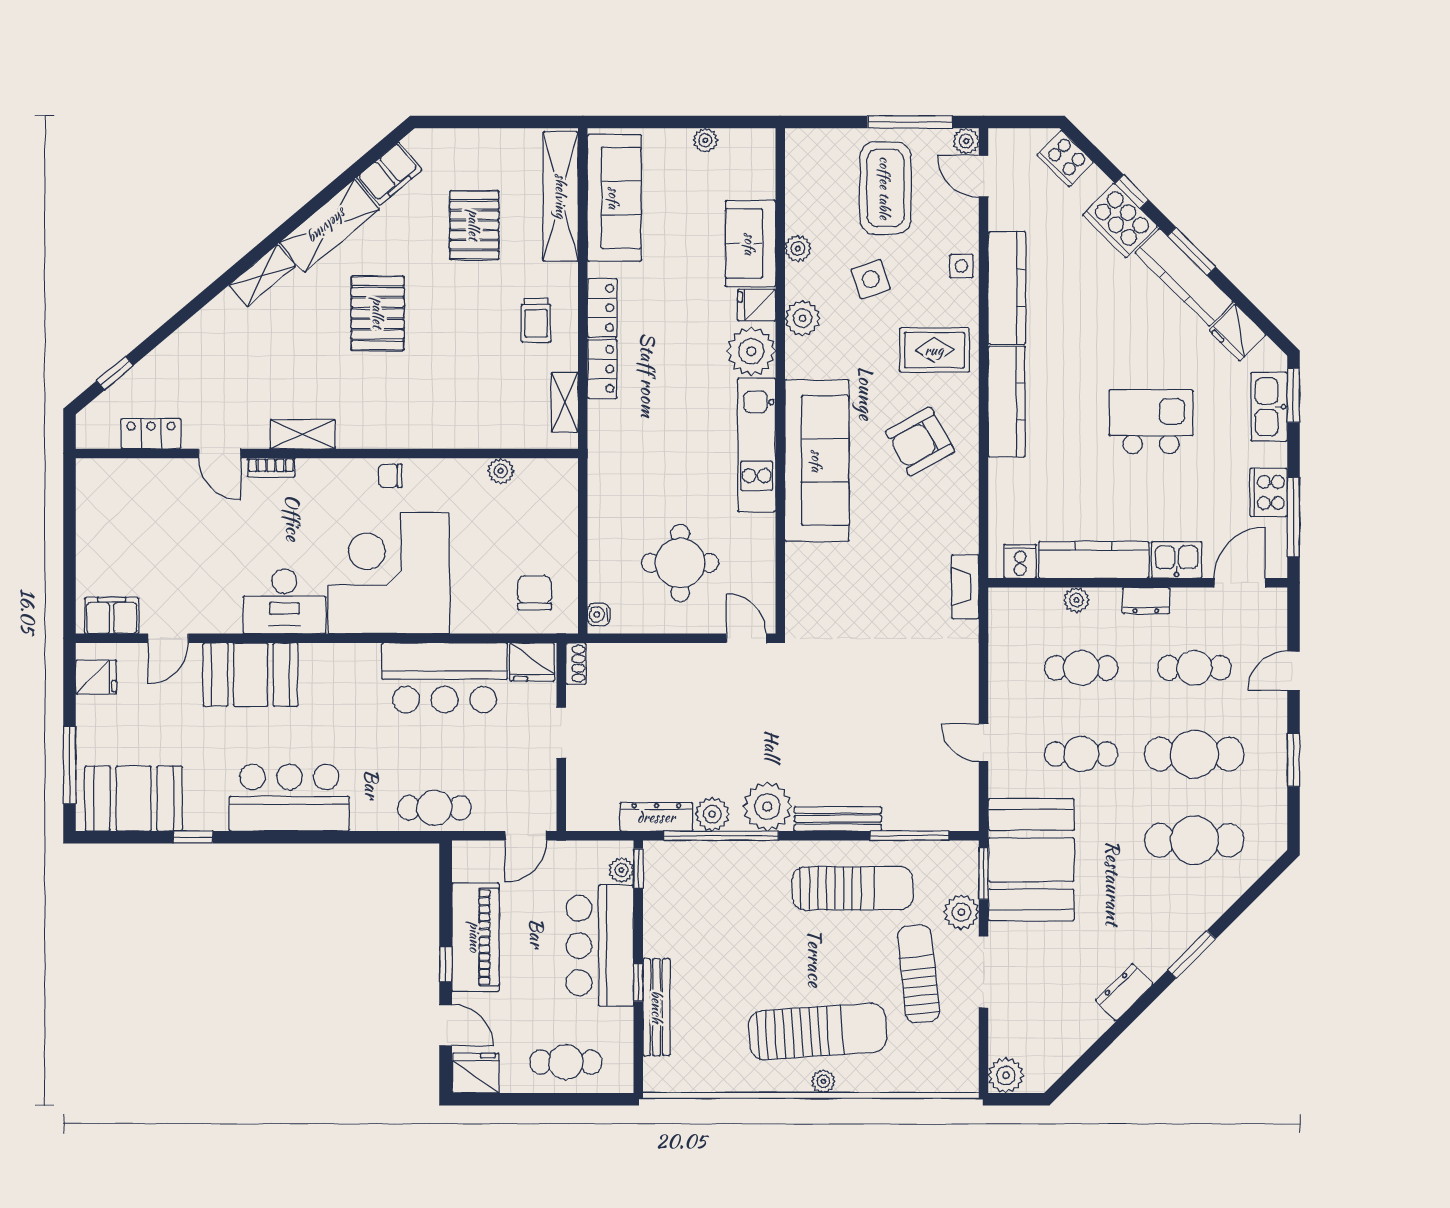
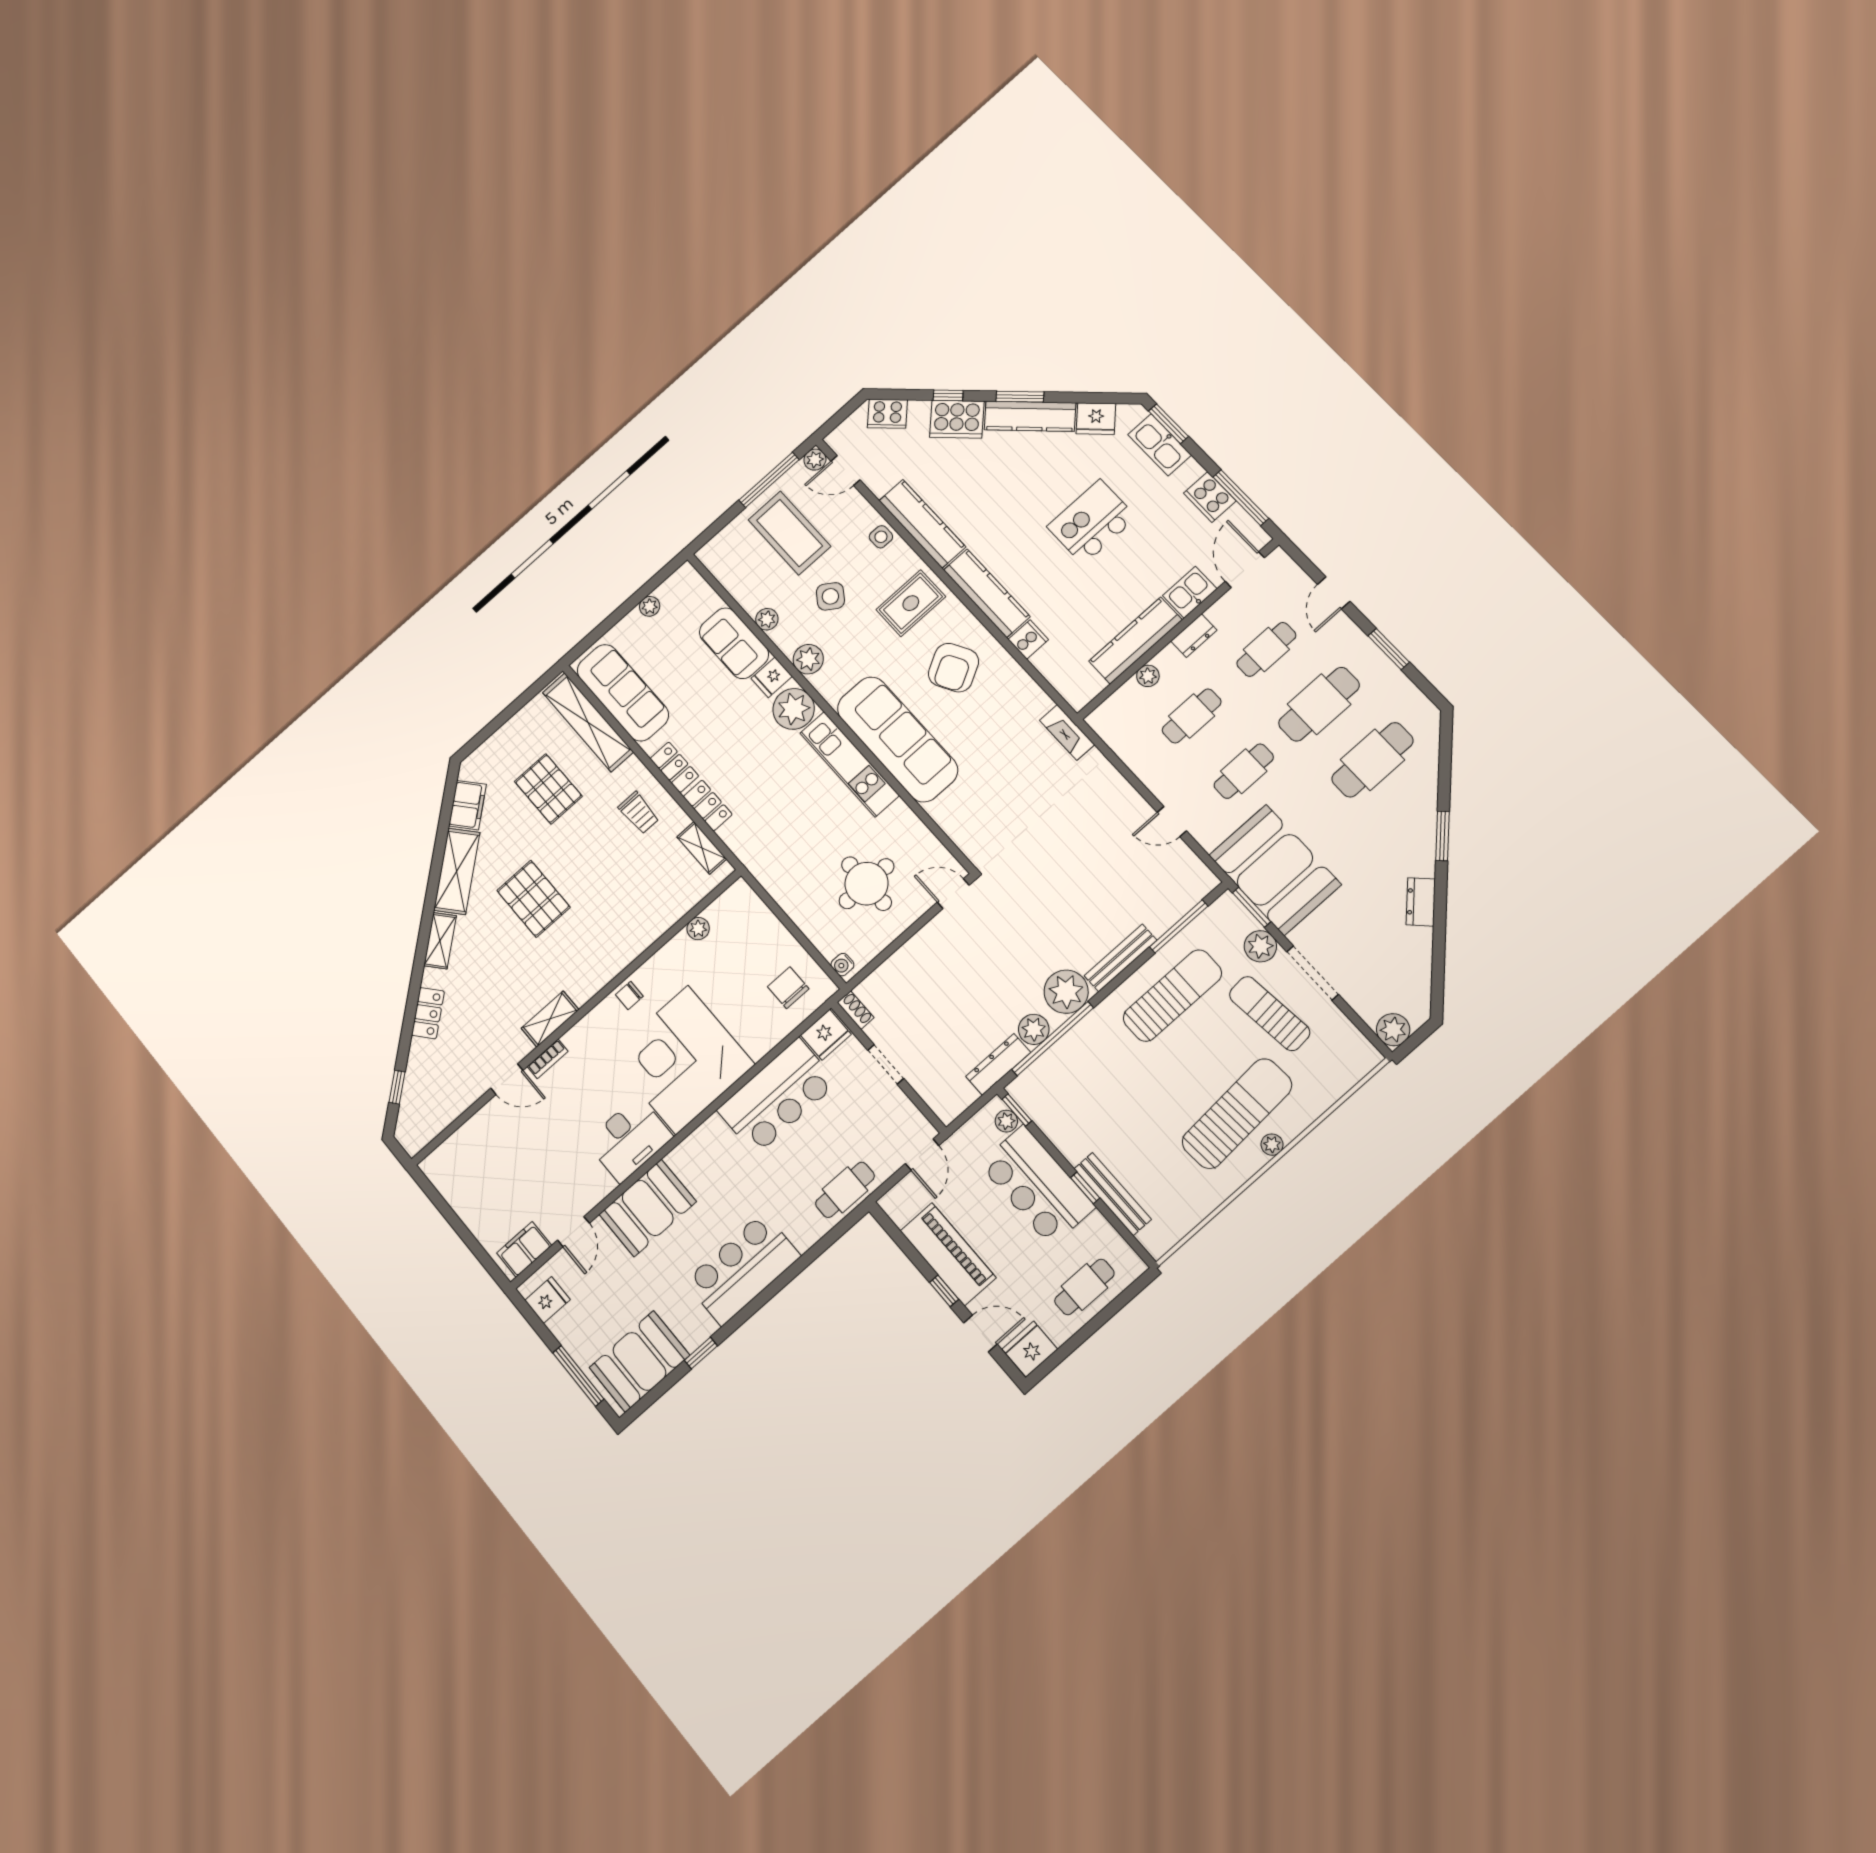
side table: (871, 279) -> (830, 596), turned -36
locker: (151, 434) -> (428, 1013), moved, turned 140
cooker: (1020, 561) -> (1028, 640), moved, turned 90

